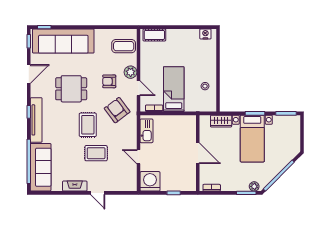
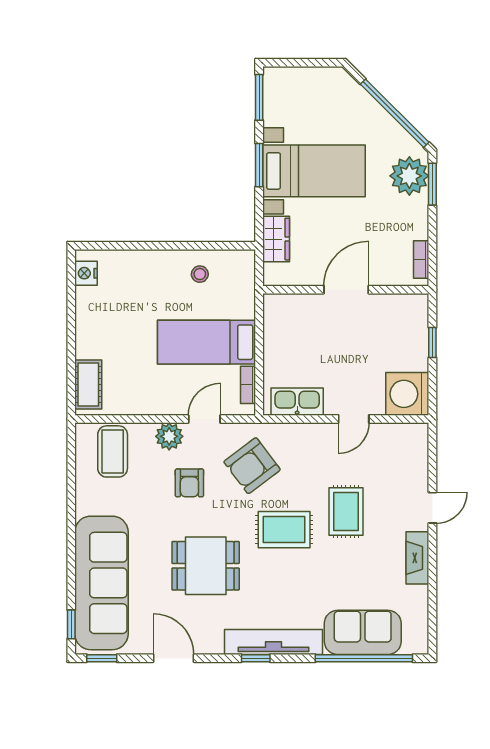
dining table: (71, 89) -> (206, 566), turned 90
sofa: (41, 167) -> (363, 632), width x0.73
plant: (254, 186) -> (409, 176), width x1.87, depth x1.87

